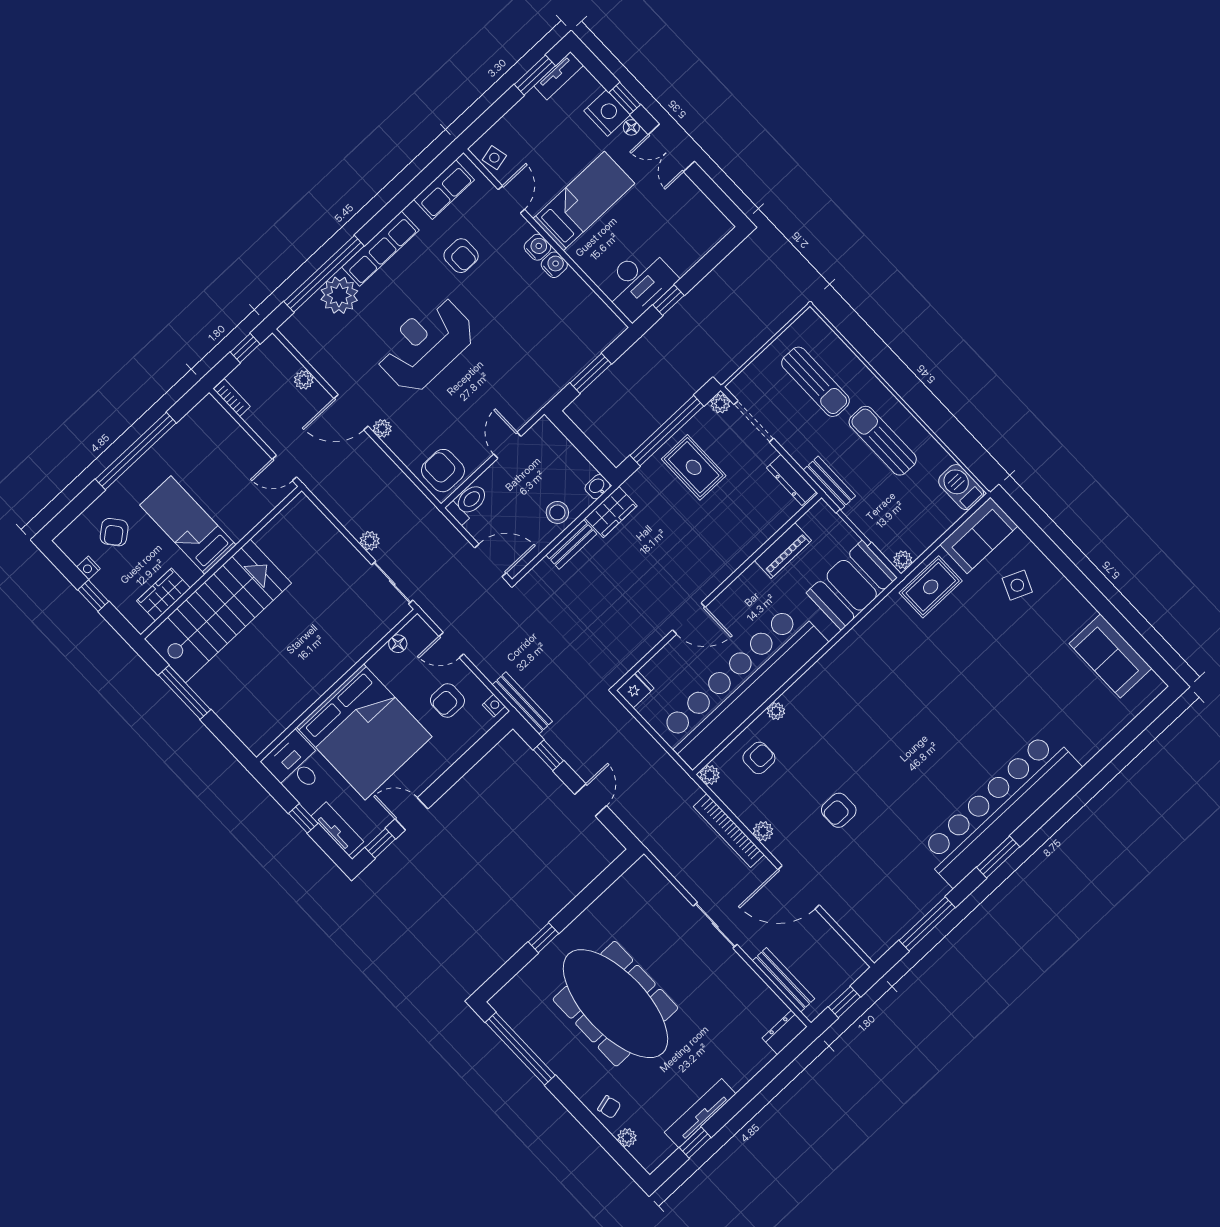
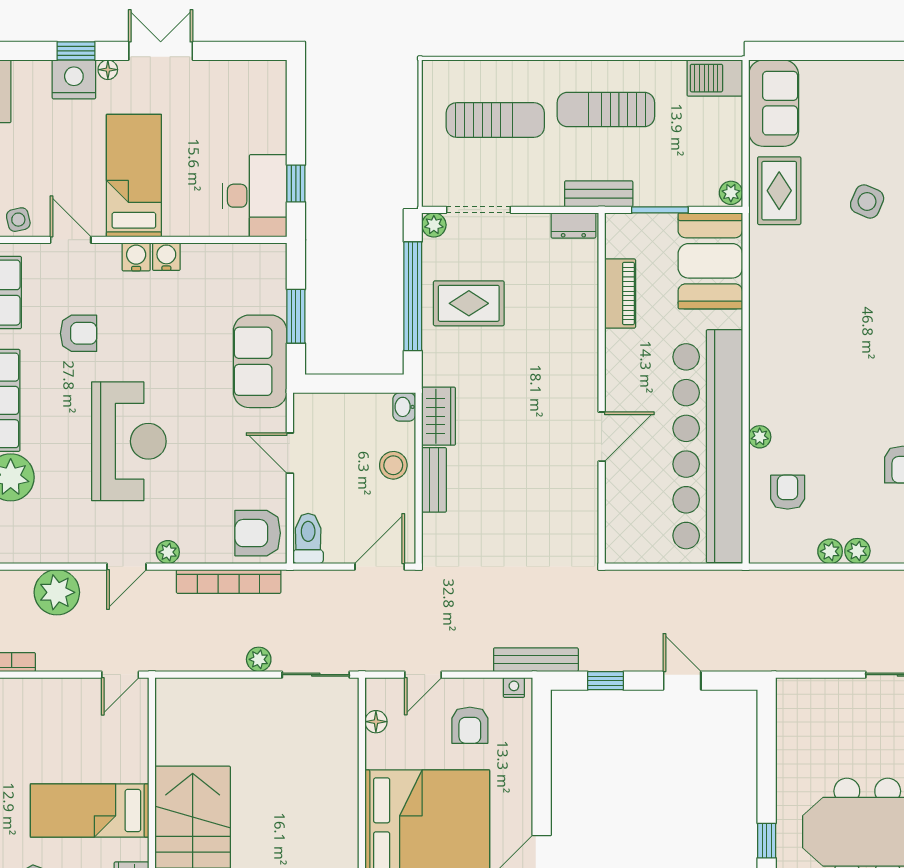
double door: (671, 148) -> (161, 51), swing flipped
reception desk: (426, 345) -> (129, 441), turned 180
sofa: (545, 377) -> (260, 361), added
plant: (304, 380) -> (57, 592), width x1.87, depth x1.87
door: (351, 412) -> (126, 567), width x0.73
dresser: (792, 480) -> (573, 225), width x0.70
side table: (1017, 585) -> (867, 201), moved
fridge: (635, 689) -> (620, 546), removed
plant: (710, 775) -> (830, 551), moved
bookcase: (729, 831) -> (229, 581), moved

